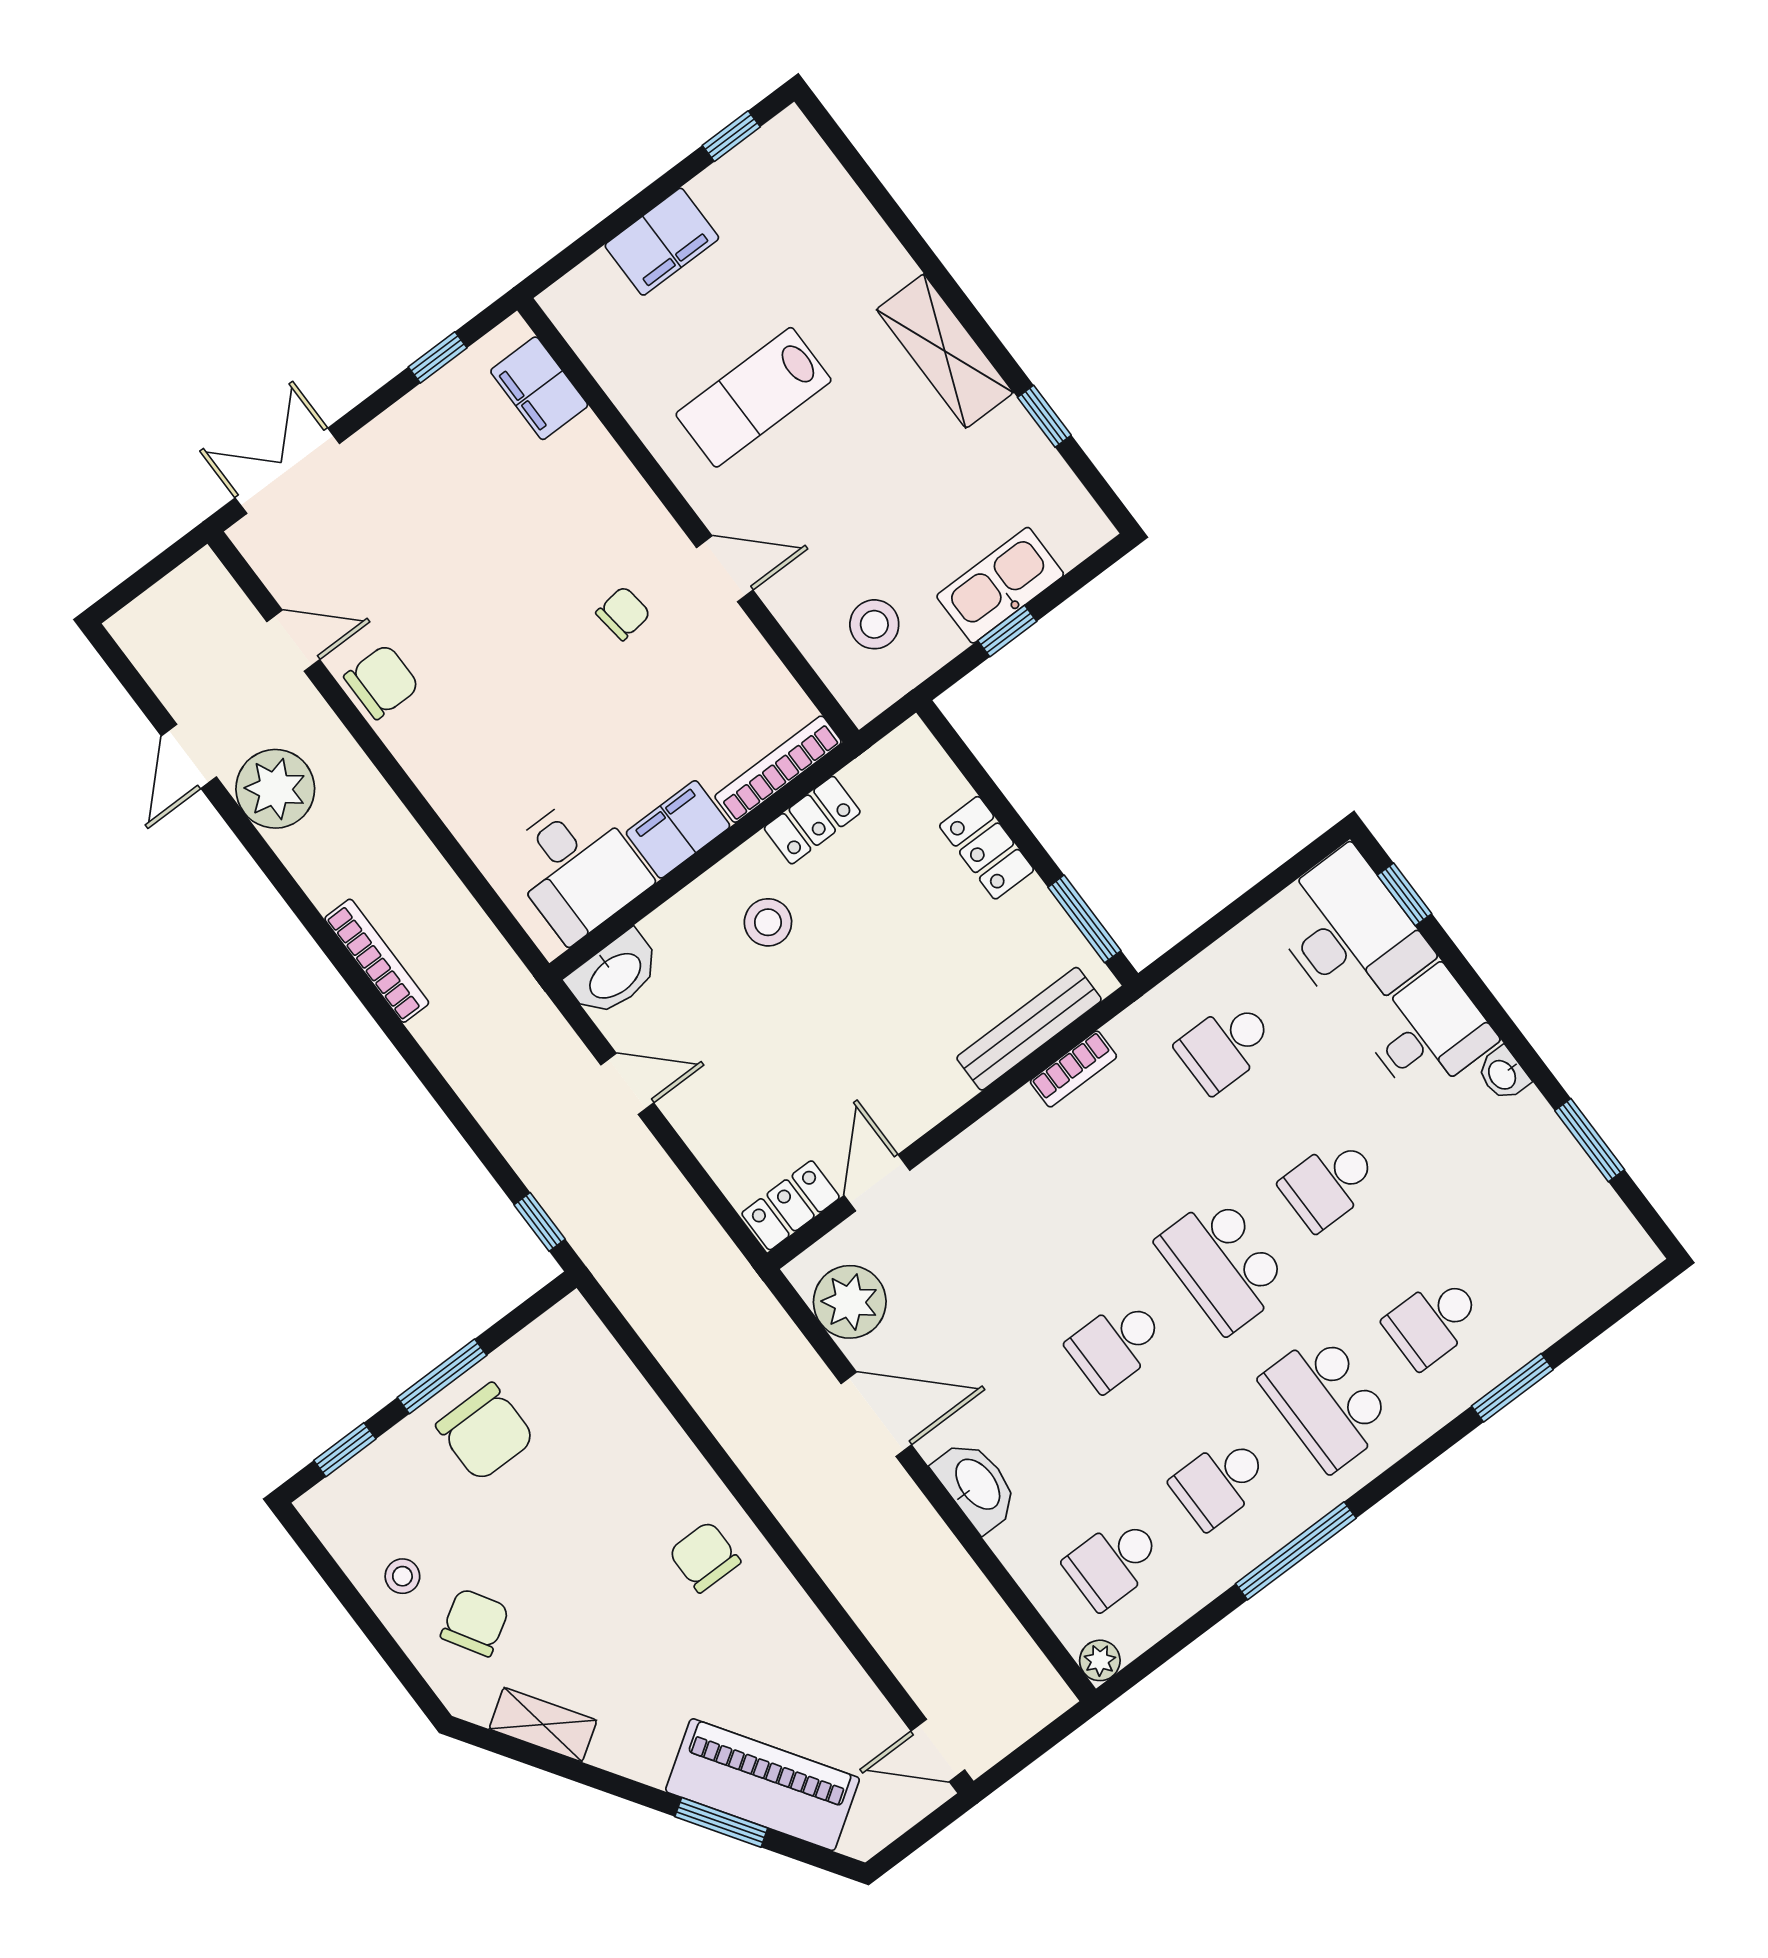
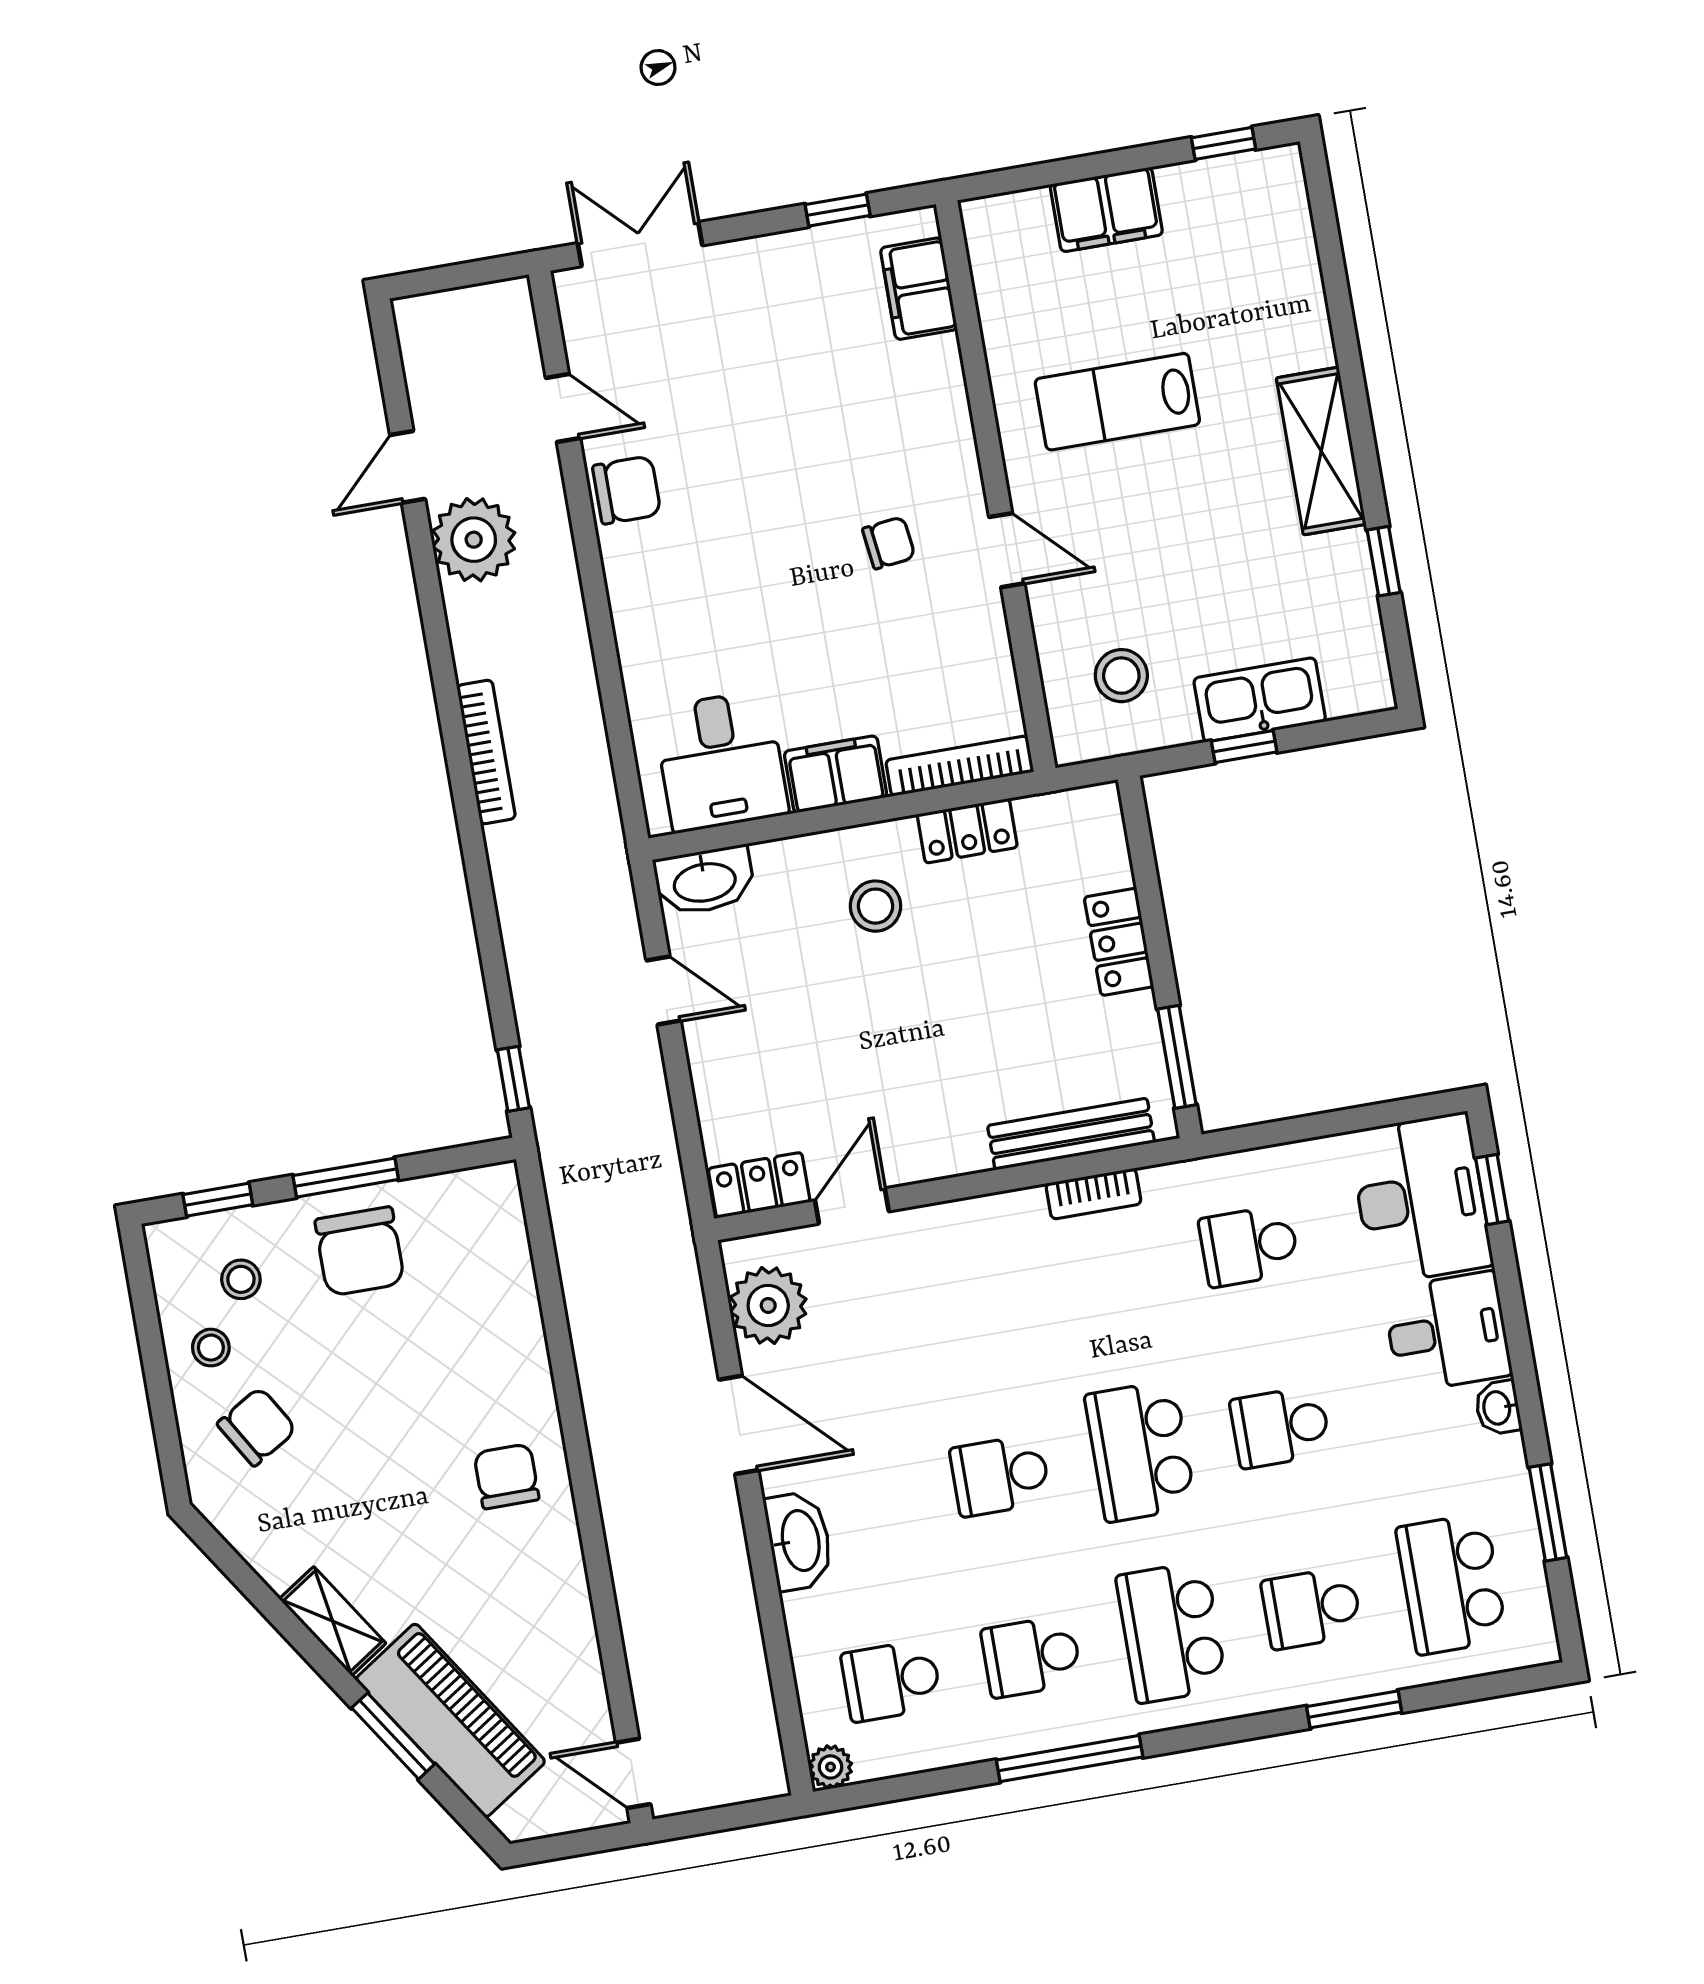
school desk: (1540, 1241) -> (1452, 1584), added
stool: (398, 1506) -> (241, 1279), added
shelving: (543, 1725) -> (333, 1621), moved

